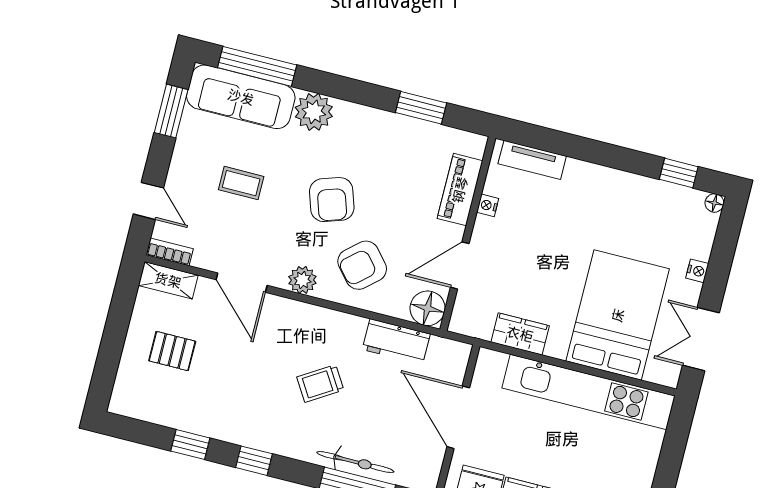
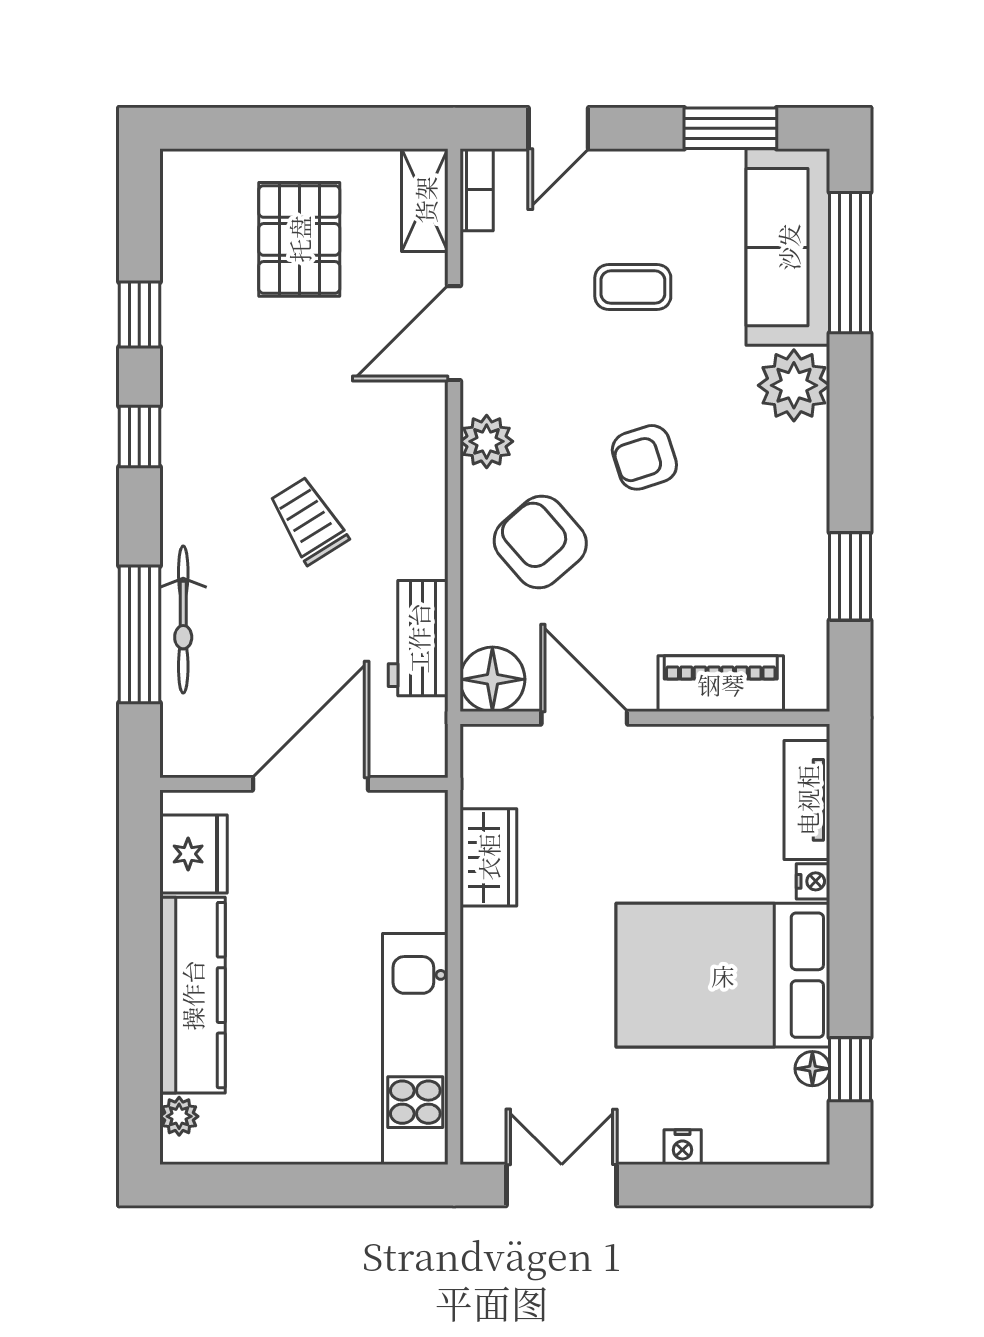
coffee table: (241, 183) -> (633, 287), turned 90
armchair: (332, 200) -> (644, 457), width x0.72, depth x0.72
floor lamp: (714, 203) -> (812, 1069), moved
nightstand: (488, 205) -> (813, 881), moved, turned 90
bed: (618, 315) -> (723, 975), moved, turned 180
pallet: (172, 351) -> (299, 239), width x1.50, depth x1.42
kitchen unit: (589, 392) -> (415, 1049), width x0.73

